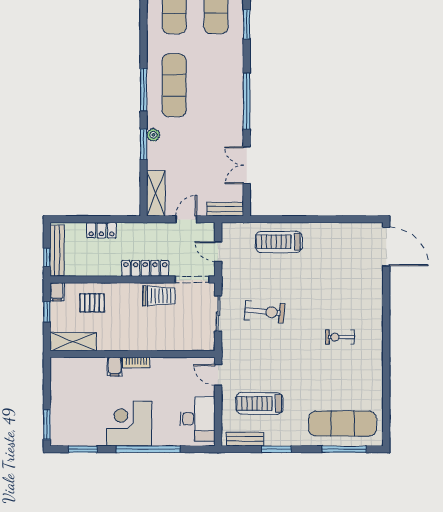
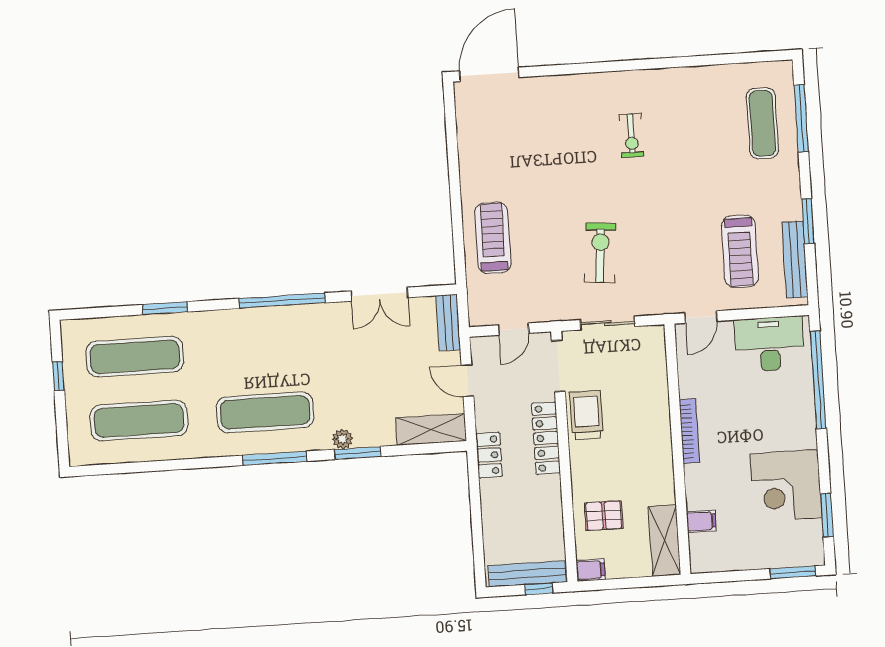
locker: (101, 230) -> (489, 455), moved
treadmill: (279, 242) -> (493, 238), turned 180
pallet: (92, 303) -> (604, 516), turned 90
window: (47, 312) -> (622, 583), removed
bookcase: (136, 363) -> (689, 431), width x1.56
filing cabinet: (115, 367) -> (701, 521), moved
corner desk: (129, 424) -> (786, 486), moved
exercise mat: (343, 424) -> (762, 123), width x0.73, depth x0.69
bench: (245, 439) -> (795, 260), width x1.36
window: (148, 449) -> (818, 380), moved

